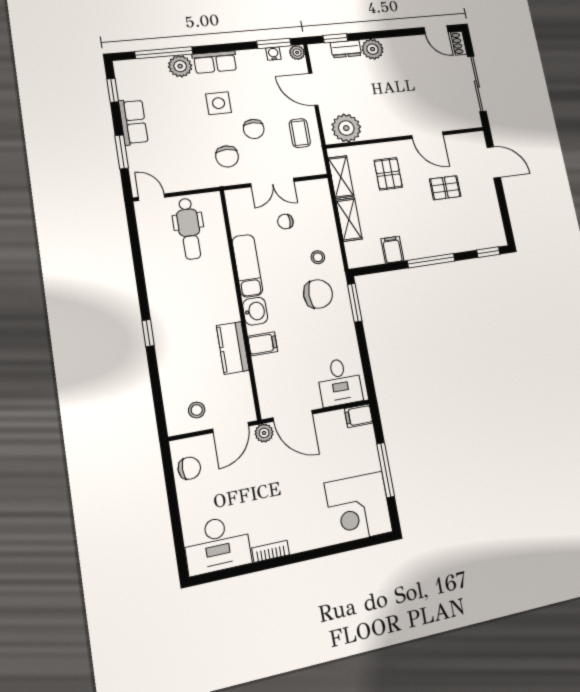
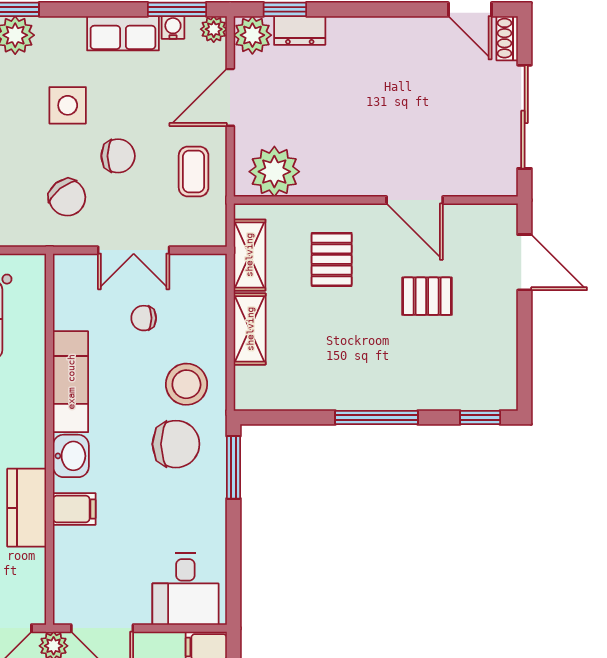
plant: (373, 49) -> (252, 35), moved
row of seats: (215, 62) -> (123, 33), moved
door: (313, 89) -> (230, 97), hinge flipped
chair: (254, 129) -> (118, 156), turned -90
chair: (227, 156) -> (67, 197), turned -38
filing cabinet: (392, 250) -> (313, 390), removed
stool: (318, 257) -> (186, 384), width x1.89, depth x1.89

